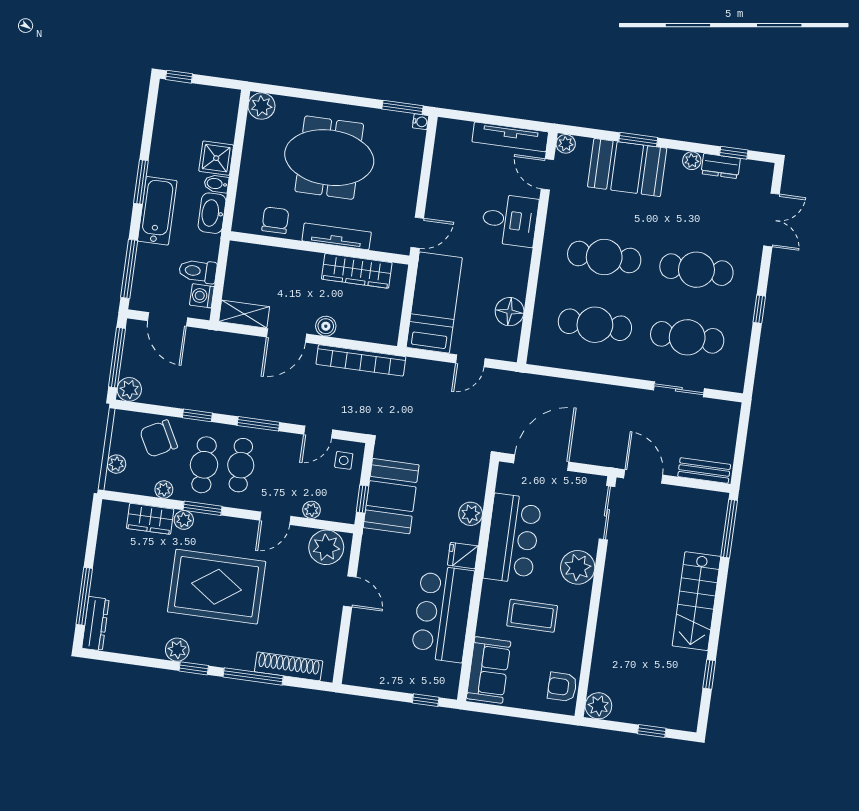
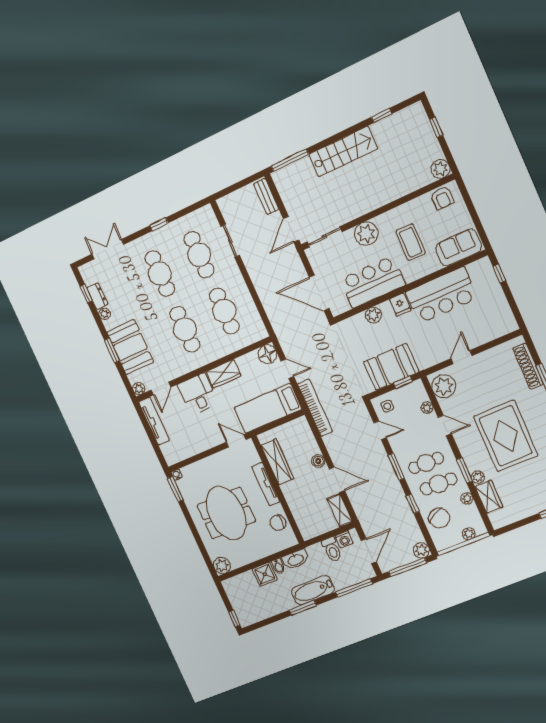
wardrobe: (515, 272) -> (223, 374), added
floor lamp: (510, 312) -> (267, 354), moved
bookcase: (361, 360) -> (315, 408), moved

